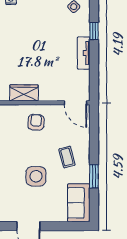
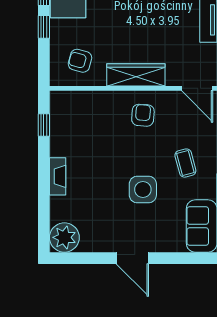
wardrobe: (24, 93) -> (136, 75), width x1.50

